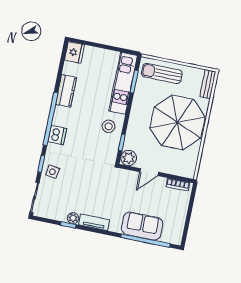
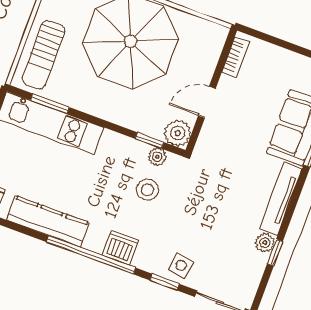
kitchen counter: (66, 91) -> (48, 221), width x1.50
stool: (109, 126) -> (147, 190), moved
plant: (113, 148) -> (157, 157), added
door: (149, 172) -> (207, 102), swing flipped
tv unit: (94, 222) -> (281, 199), width x1.41

